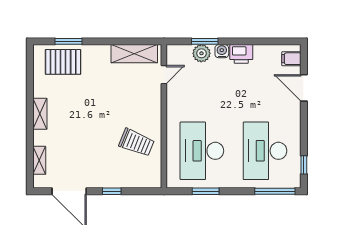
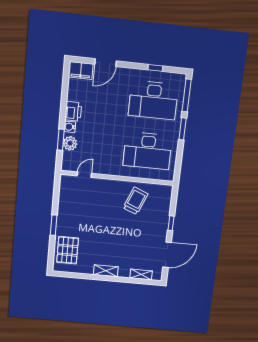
window: (68, 41) -> (54, 225), moved
shelving: (134, 54) -> (66, 196), removed
filing cabinet: (291, 59) -> (81, 70), width x2.00
door: (164, 75) -> (84, 175), hinge flipped
window: (304, 165) -> (155, 68), moved
window: (206, 191) -> (183, 129), moved

